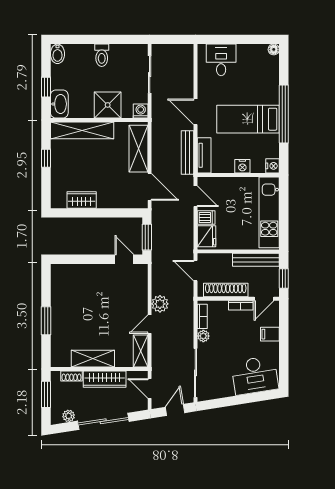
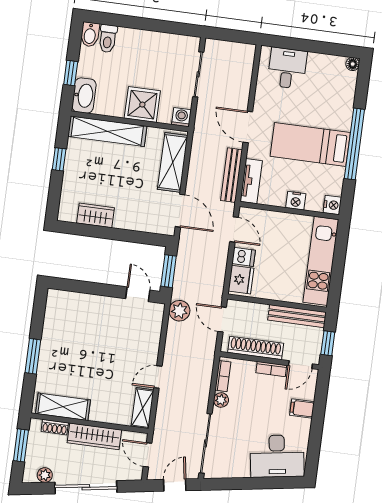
toilet: (102, 55) -> (108, 39), moved
plant: (160, 304) -> (179, 311), moved
shelving: (93, 359) -> (63, 407), moved

